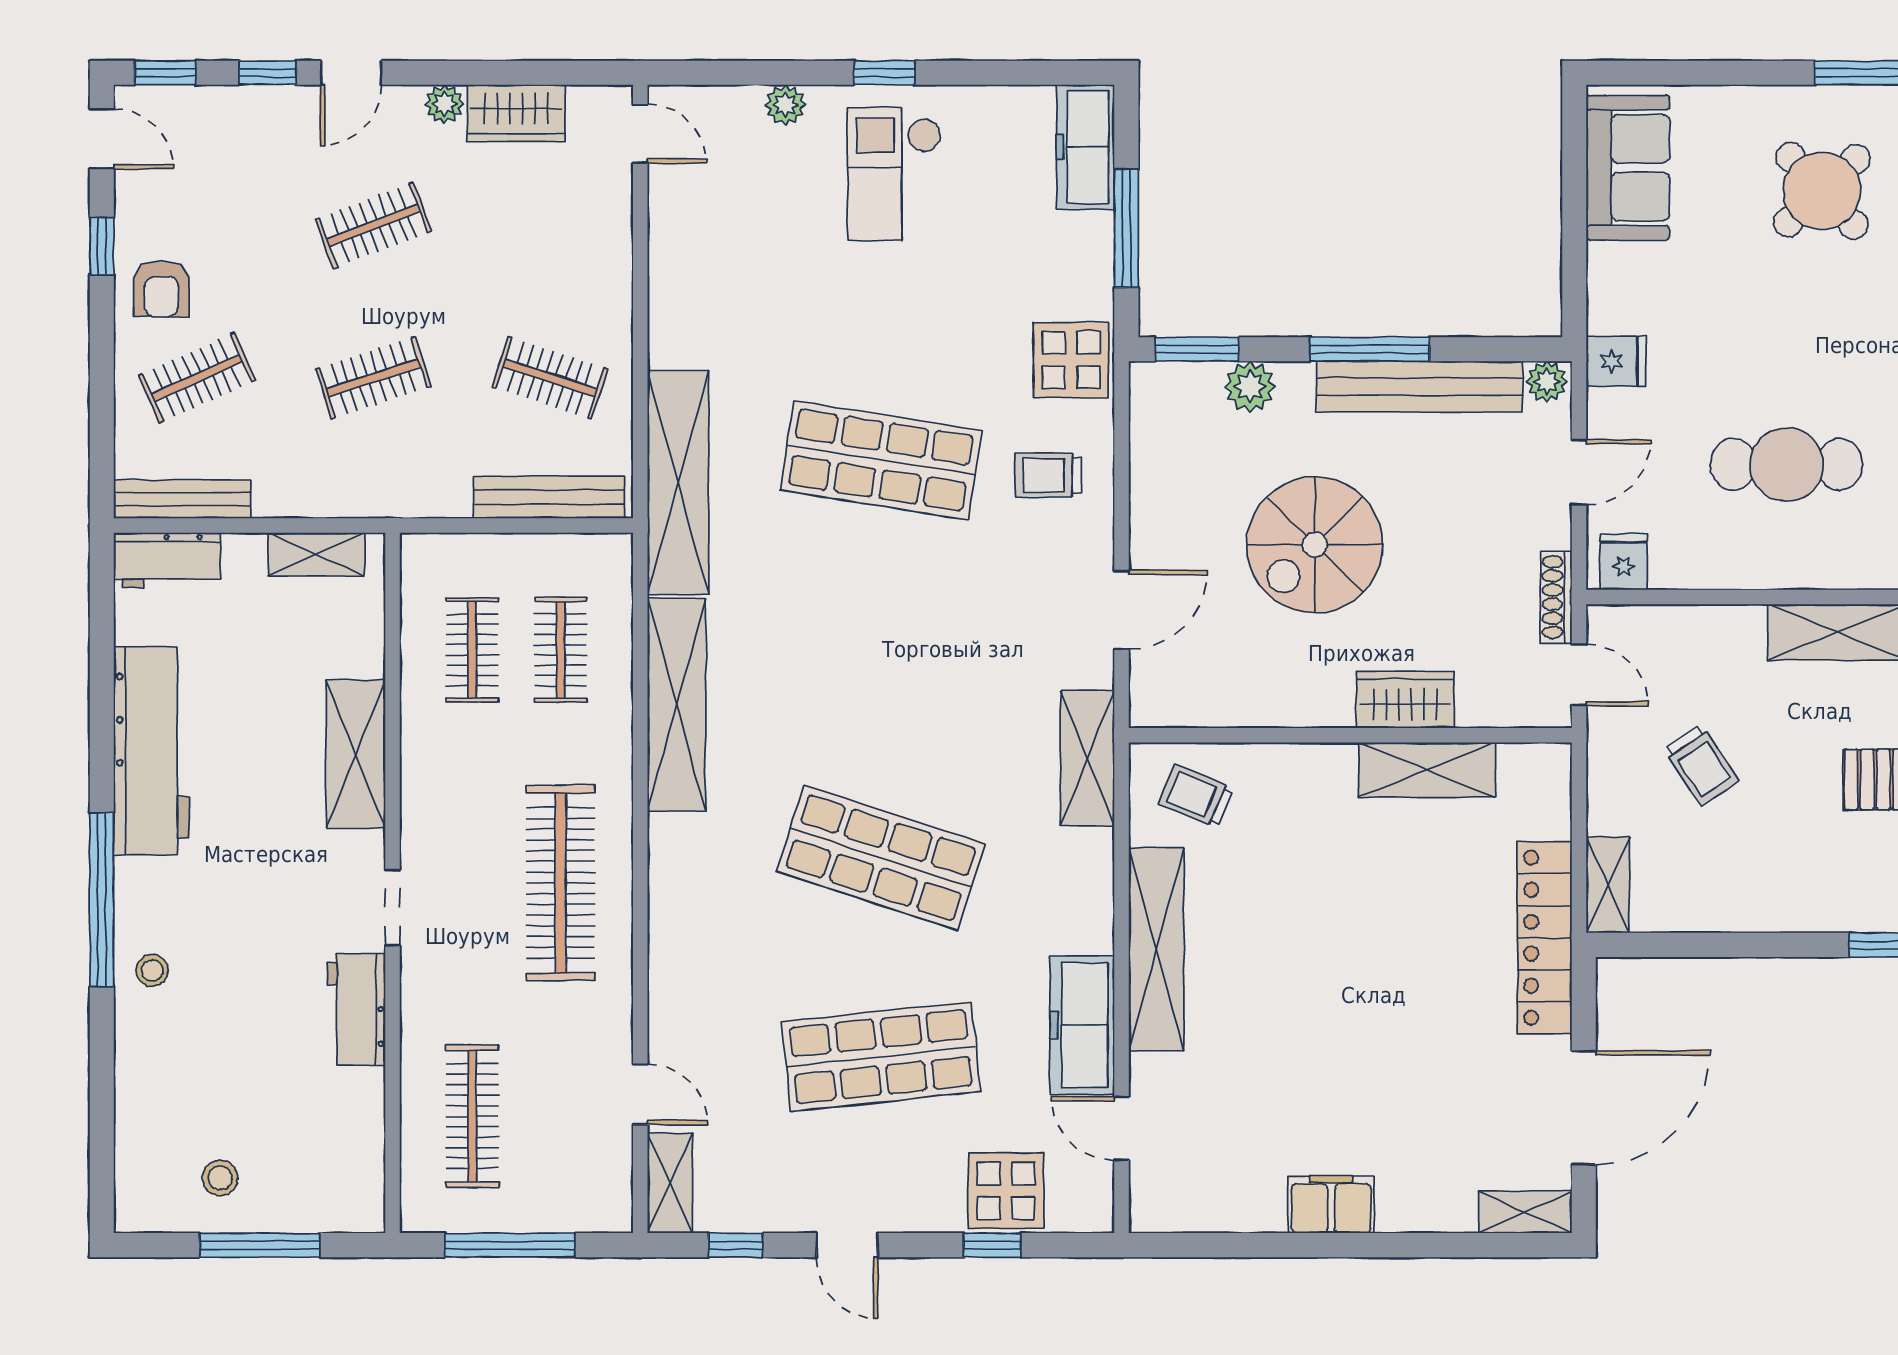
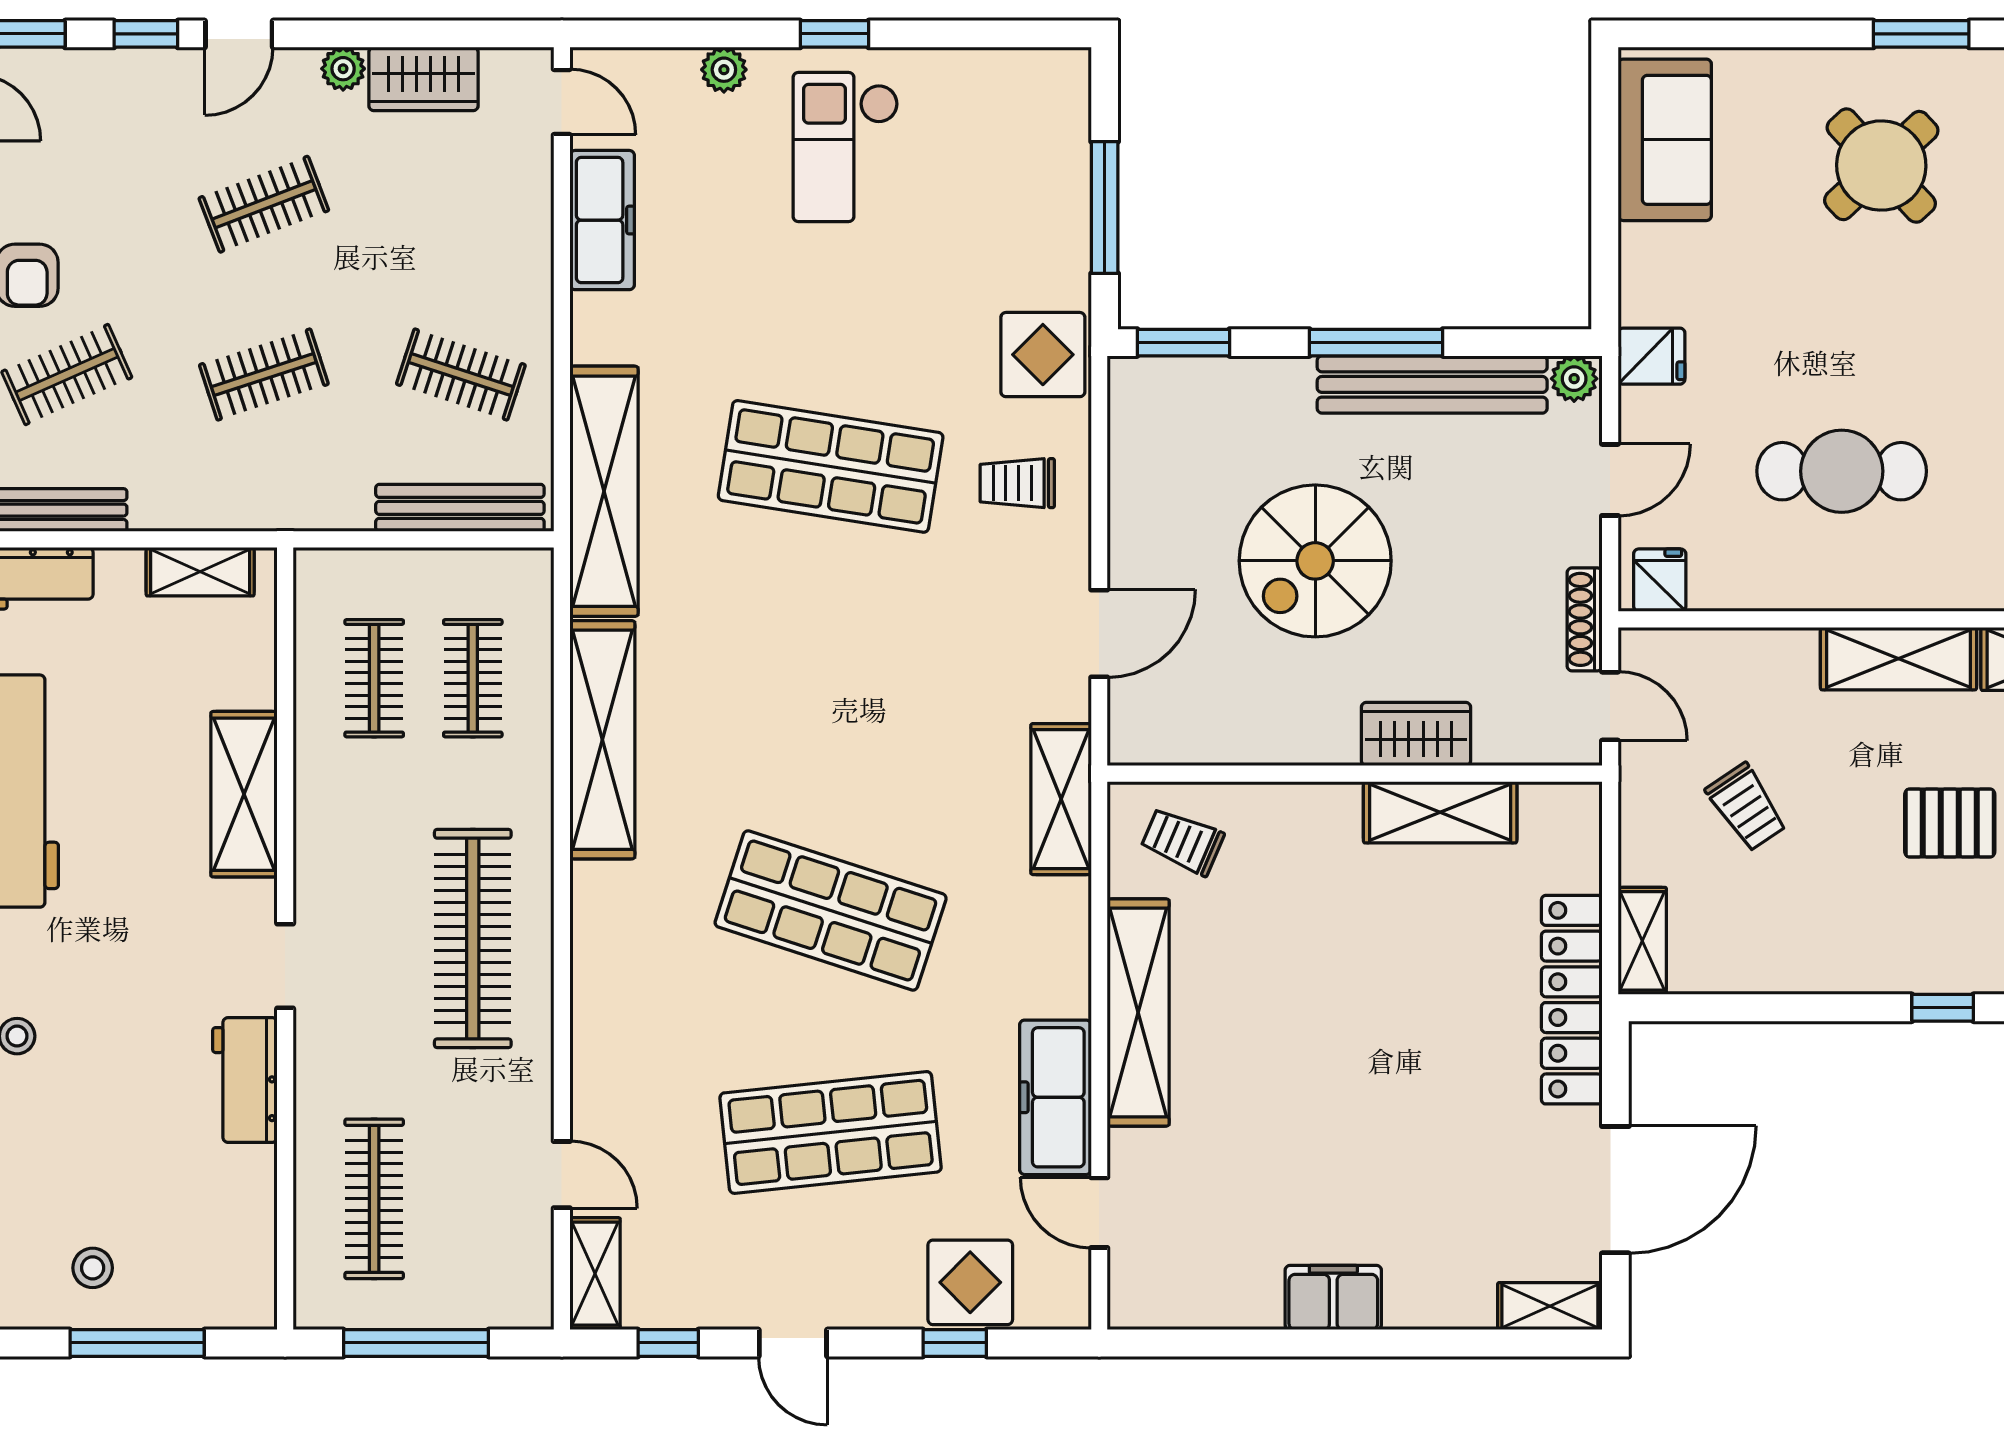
freezer: (1085, 147) -> (602, 220), moved, turned 180
plant: (1250, 387) -> (1243, 384), removed

